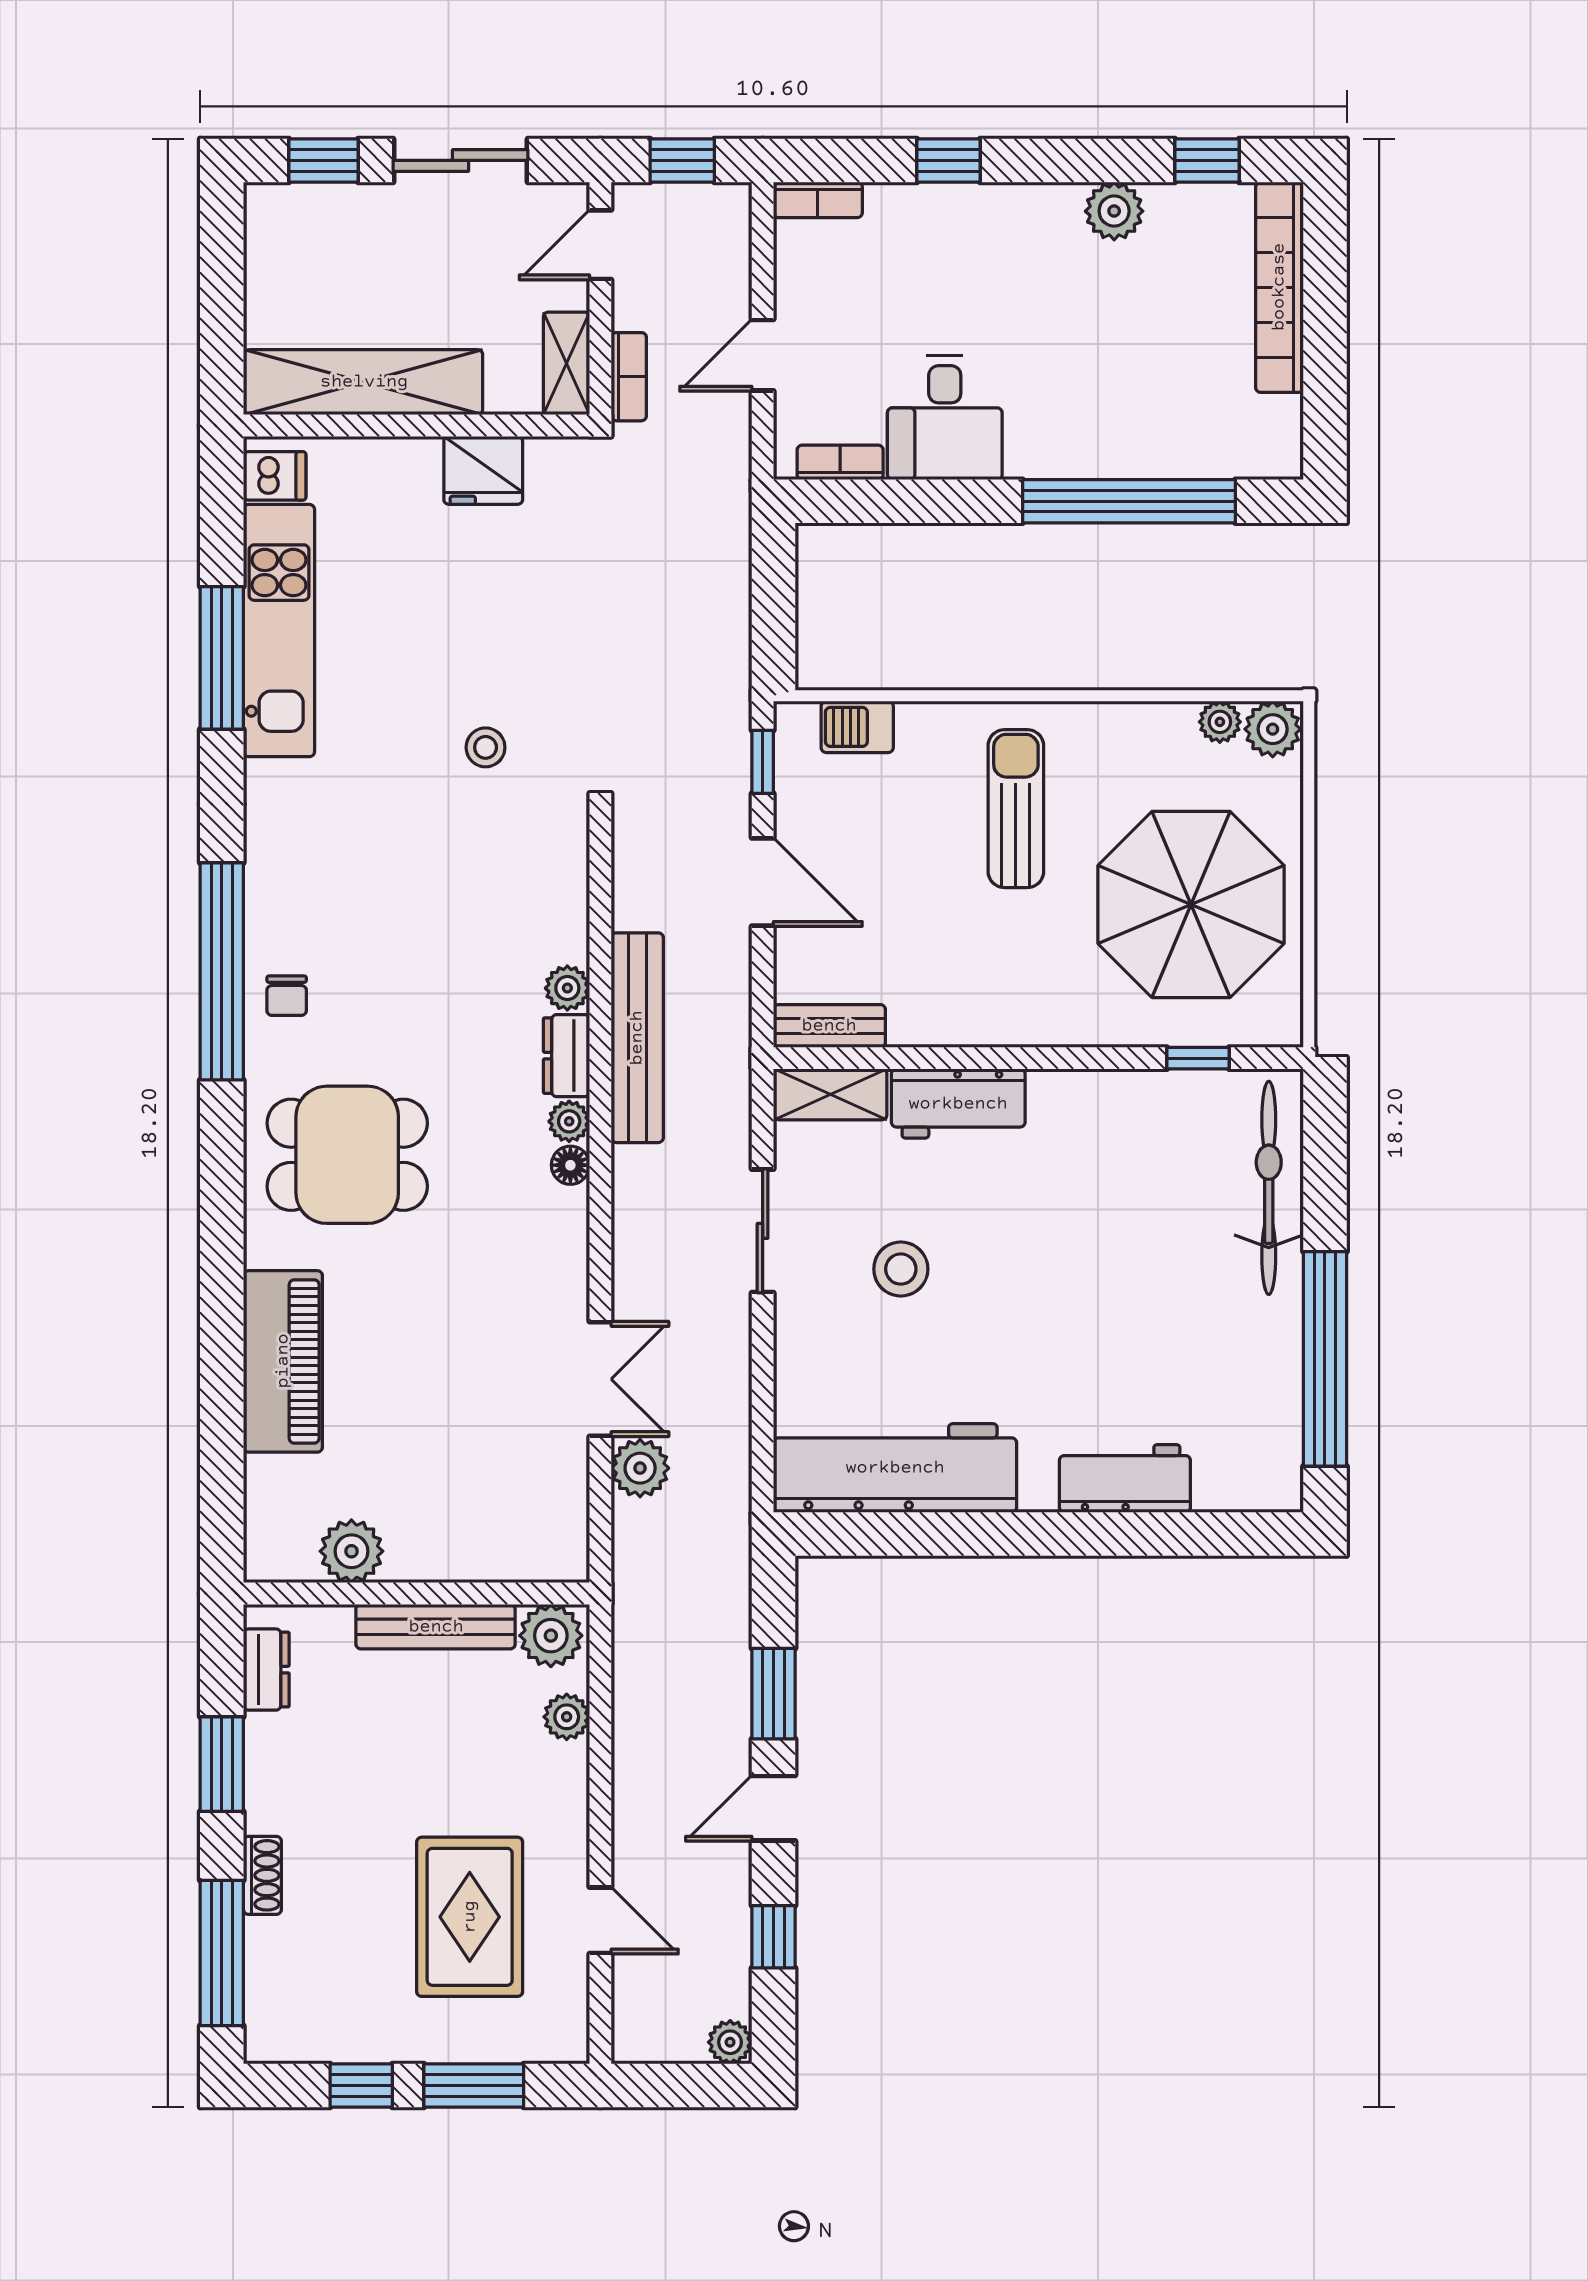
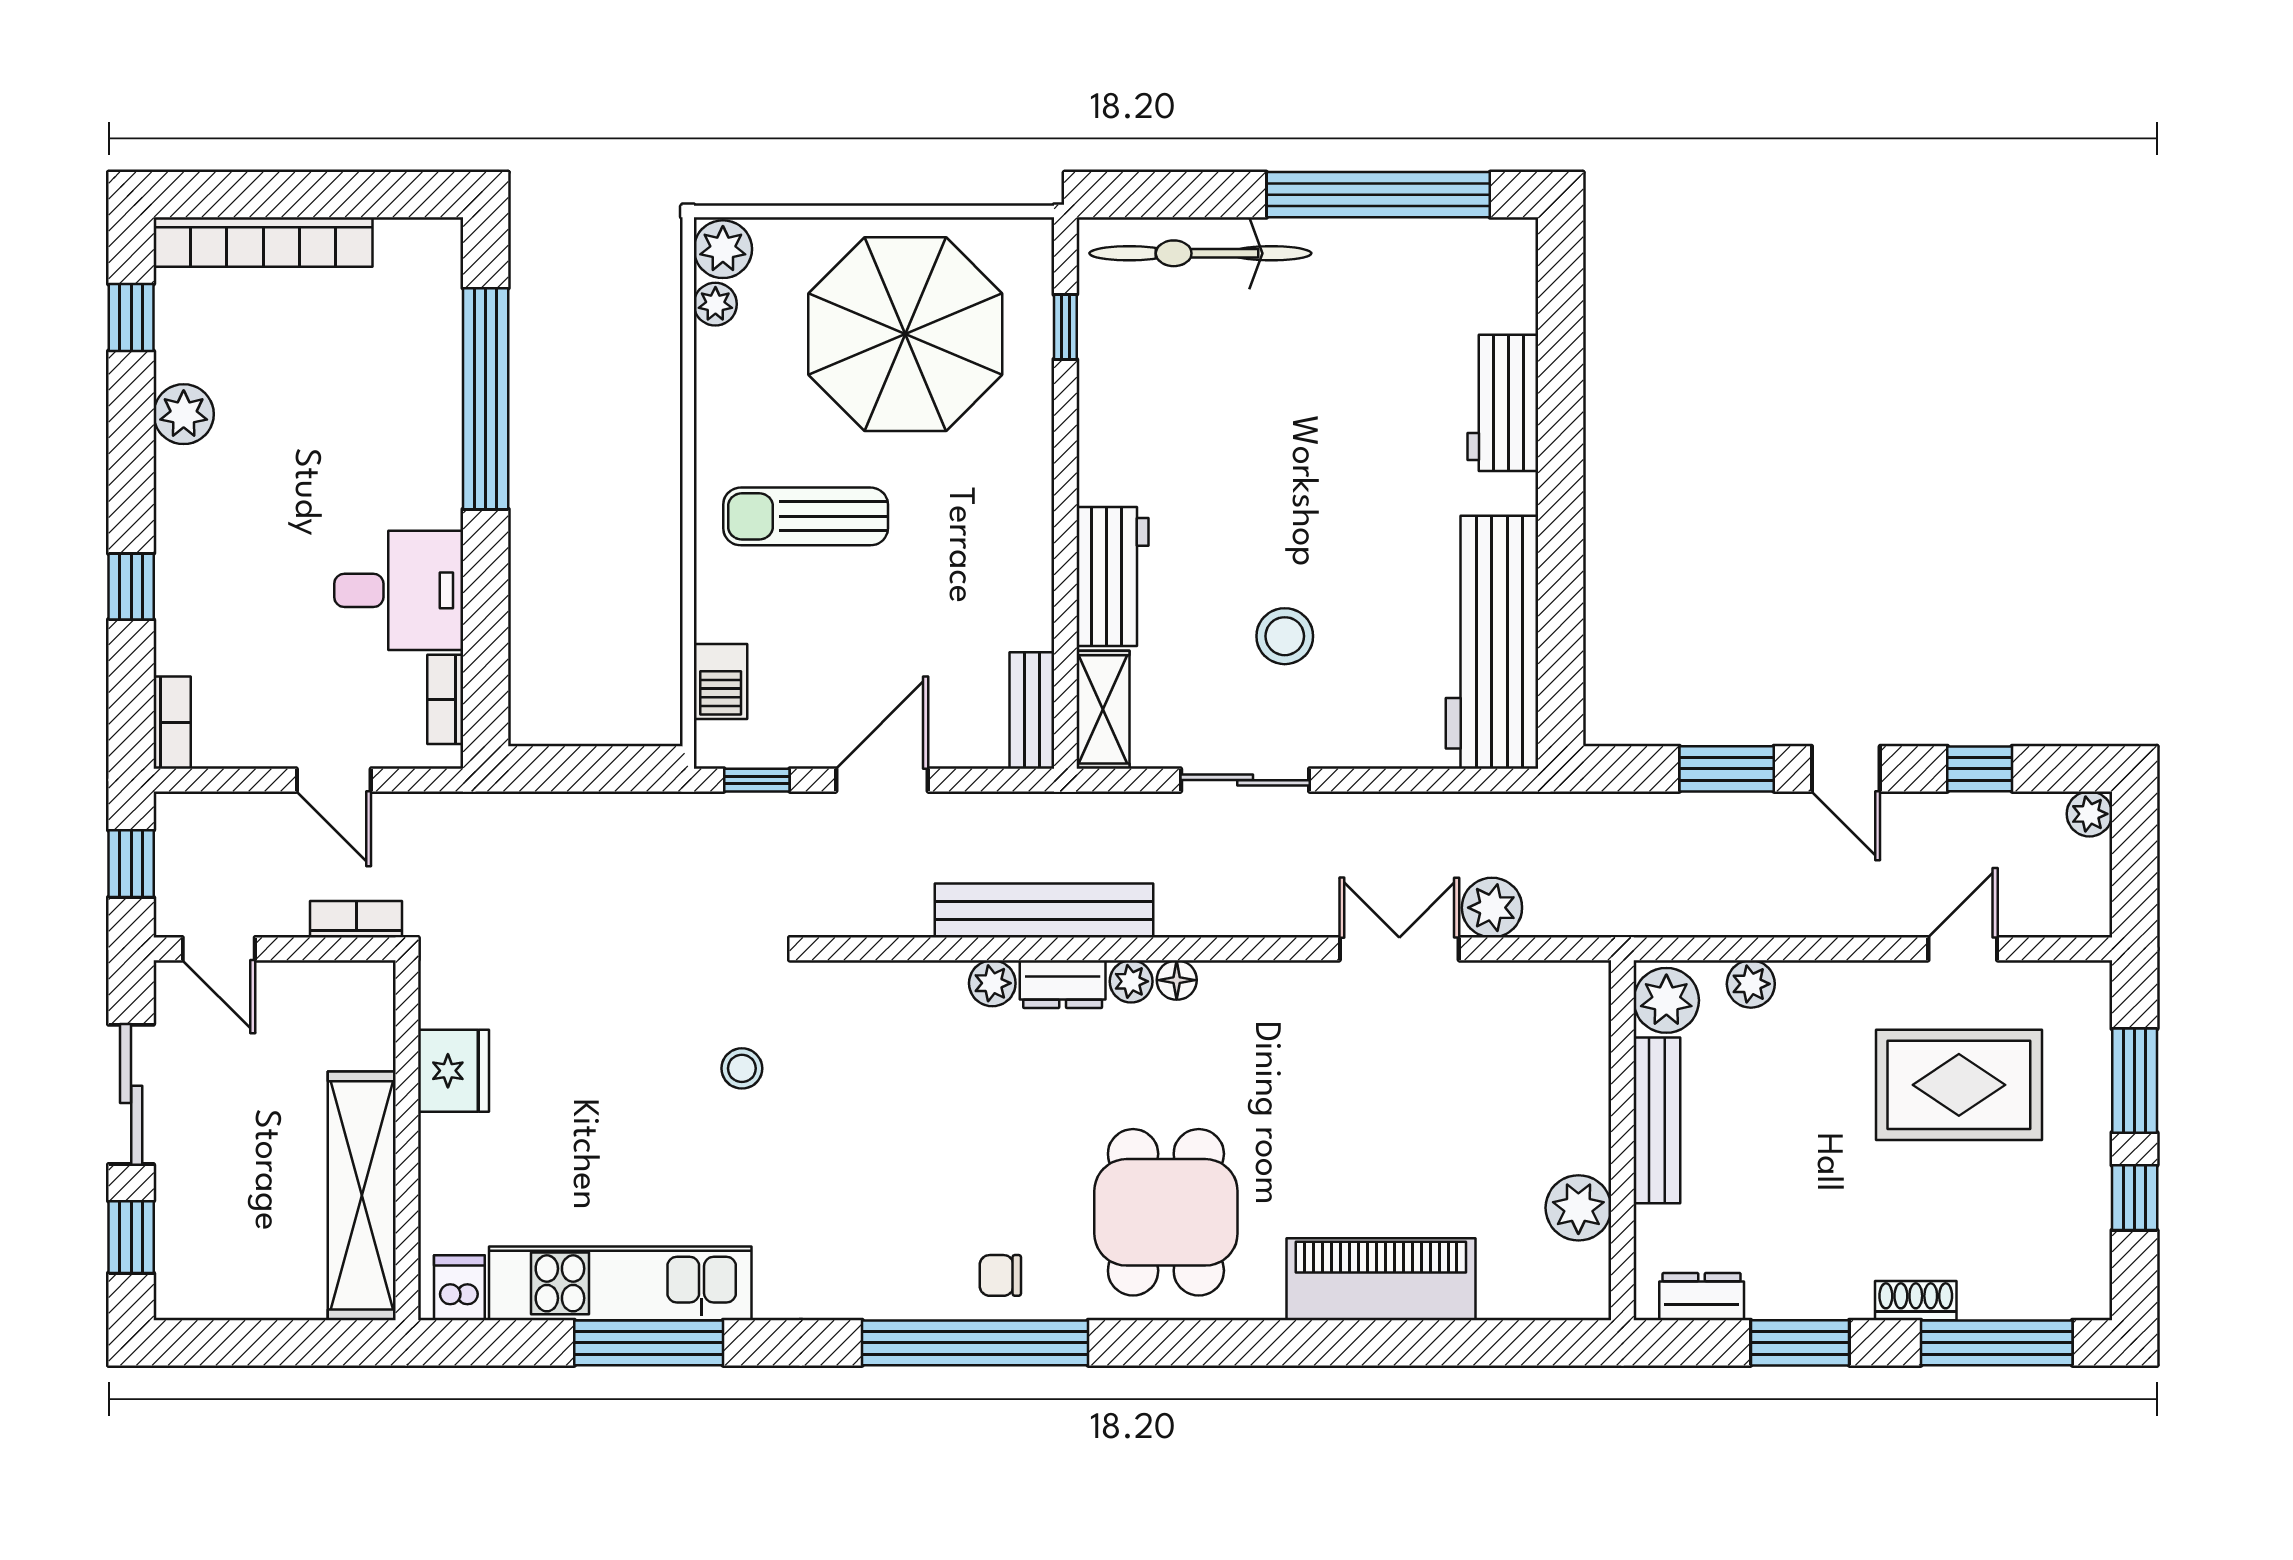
shelving: (566, 363) -> (342, 984), removed
chair: (287, 996) -> (1000, 1275), turned 180

